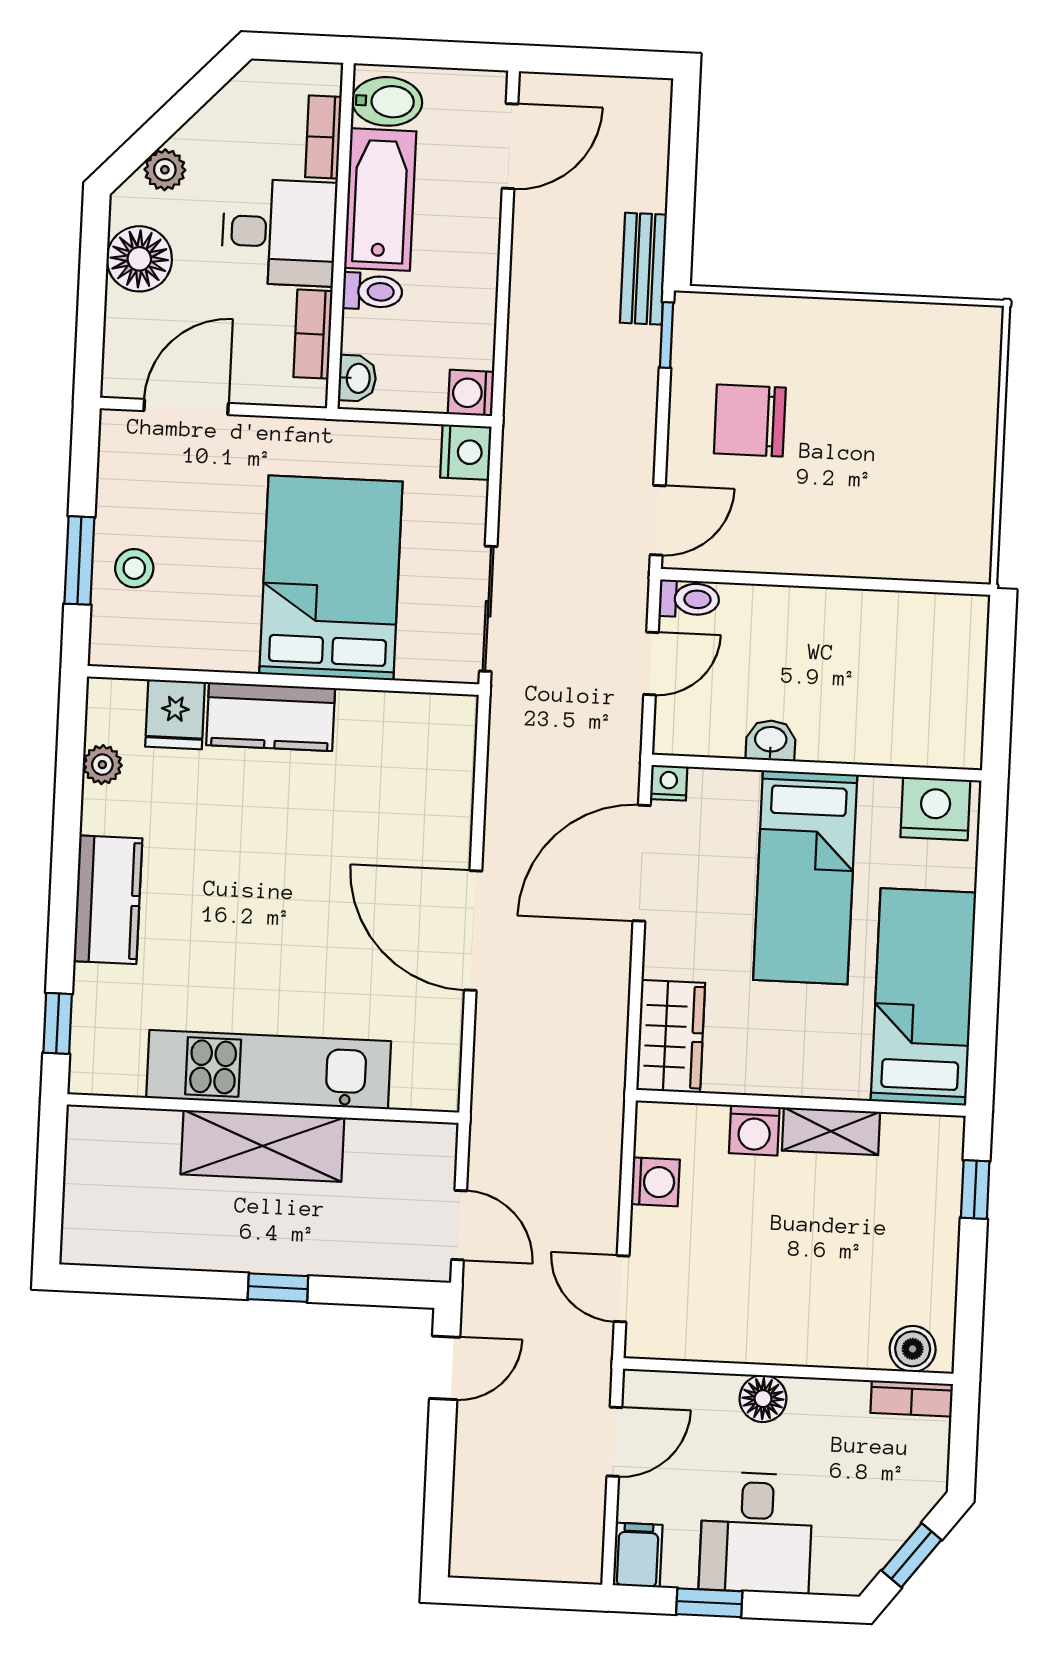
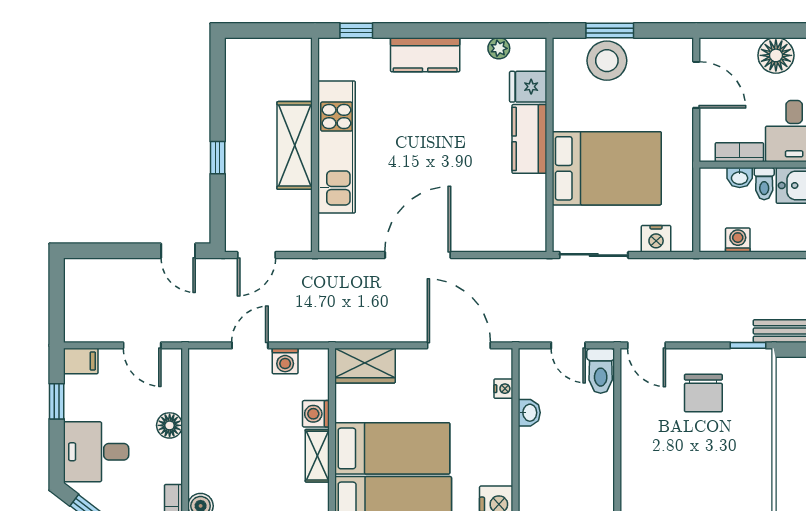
washbasin: (357, 378) -> (740, 177), moved
washing machine: (471, 393) -> (738, 240), moved
chair: (750, 421) -> (703, 393), turned 180
nightstand: (466, 452) -> (656, 239), moved
stool: (134, 568) -> (607, 61), width x1.89, depth x1.89
toilet: (689, 599) -> (601, 371), width x1.37, depth x1.39
nightstand: (669, 783) -> (503, 389), moved
bed: (805, 877) -> (392, 448), moved, turned 180
door: (622, 1289) -> (250, 345), moved
desk: (756, 1533) -> (96, 452), moved

